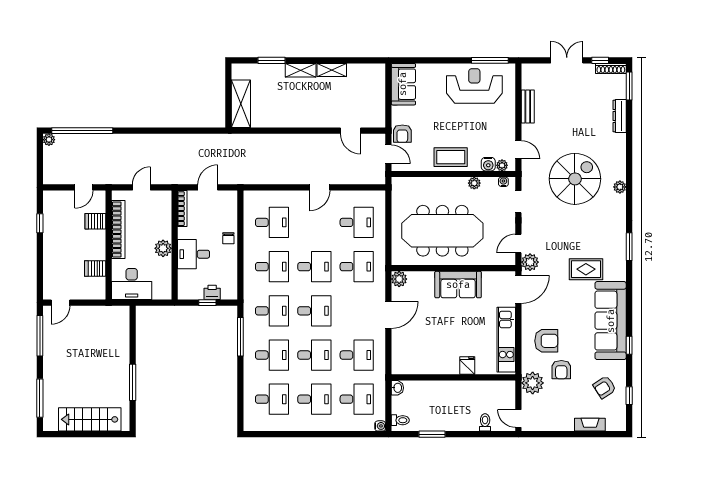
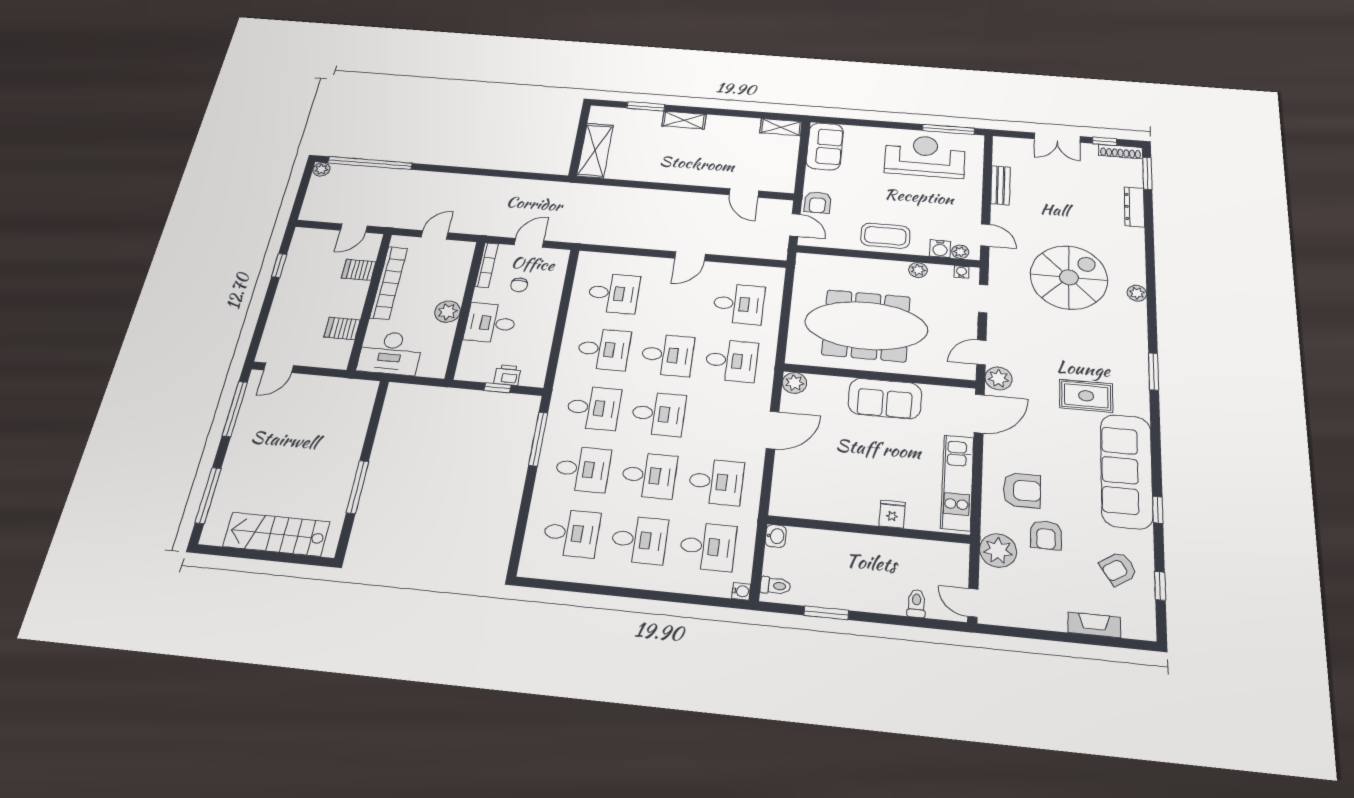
double door: (567, 60) -> (1057, 138), swing flipped
shelving: (332, 70) -> (781, 127), moved
chair: (228, 238) -> (519, 285), moved

